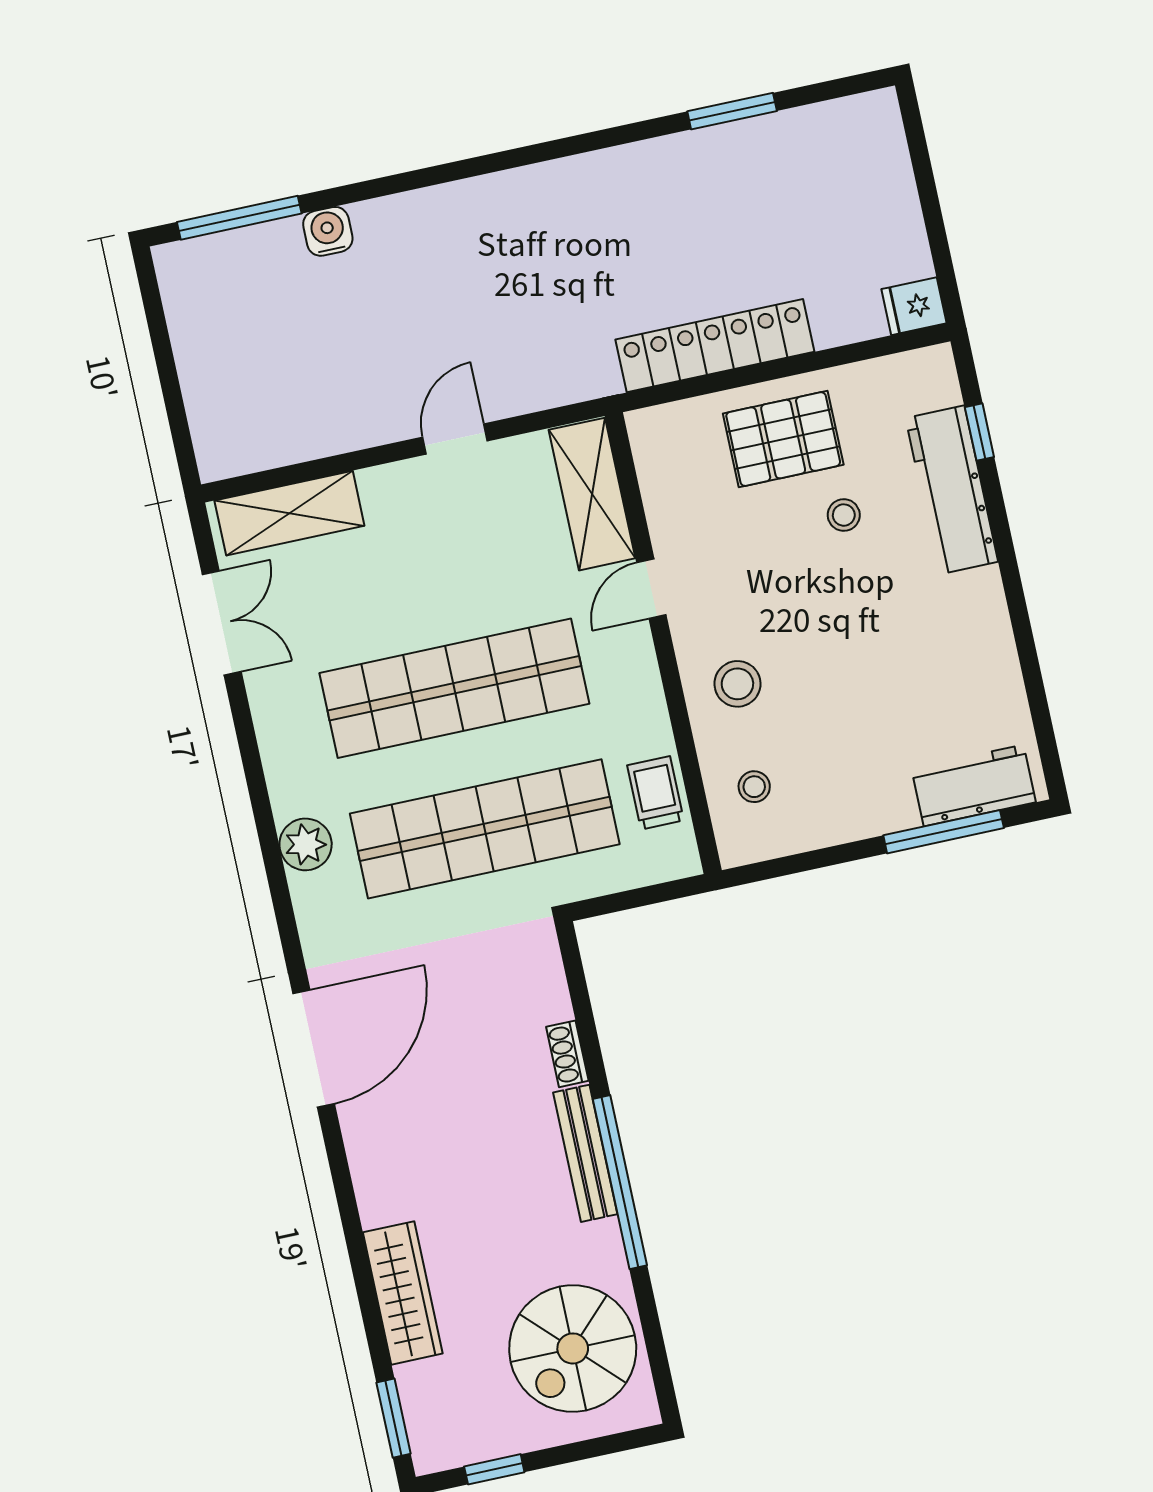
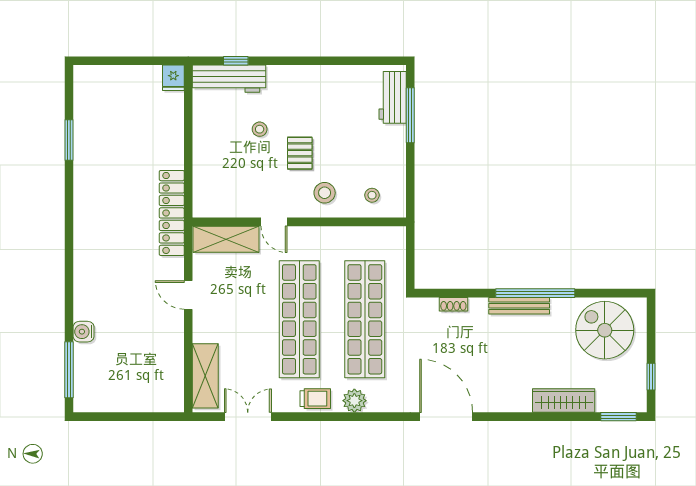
locker: (715, 346) -> (172, 213), moved
pallet: (783, 439) -> (300, 153), moved, width x0.67, depth x0.71
workbench: (952, 490) -> (229, 79), moved
trolley: (656, 793) -> (315, 399), moved, turned 180
shoe rack: (567, 1054) -> (453, 304), moved
spiral stairs: (573, 1348) -> (605, 330), turned 180

